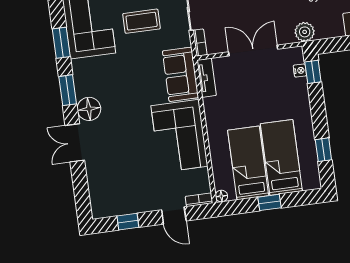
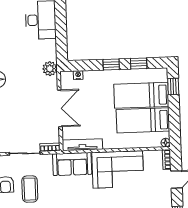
double door: (253, 51) -> (60, 108), swing flipped
window: (313, 72) -> (111, 64), moved
tv unit: (207, 78) -> (82, 145), width x1.41
window: (269, 202) -> (173, 86), moved

